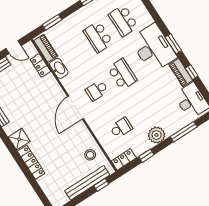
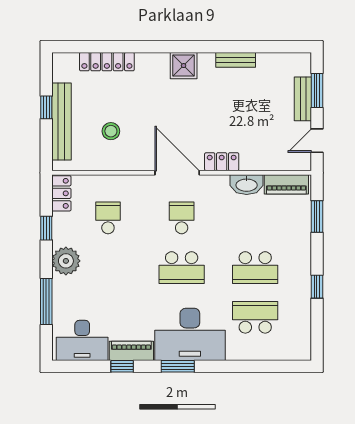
school desk: (98, 37) -> (255, 268), turned 180
locker: (41, 65) -> (222, 162), moved
school desk: (121, 128) -> (108, 218), turned 180
stool: (90, 155) -> (111, 131), moved
locker: (31, 162) -> (107, 62), moved
window: (101, 185) -> (46, 107), moved

